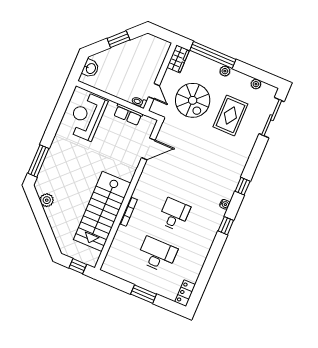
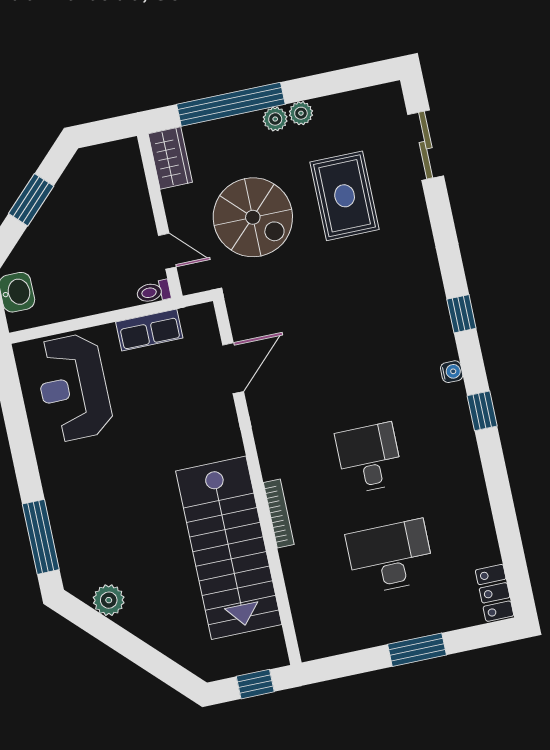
plant: (256, 84) -> (301, 113), moved
sliding door: (272, 118) -> (426, 145), width x0.73

